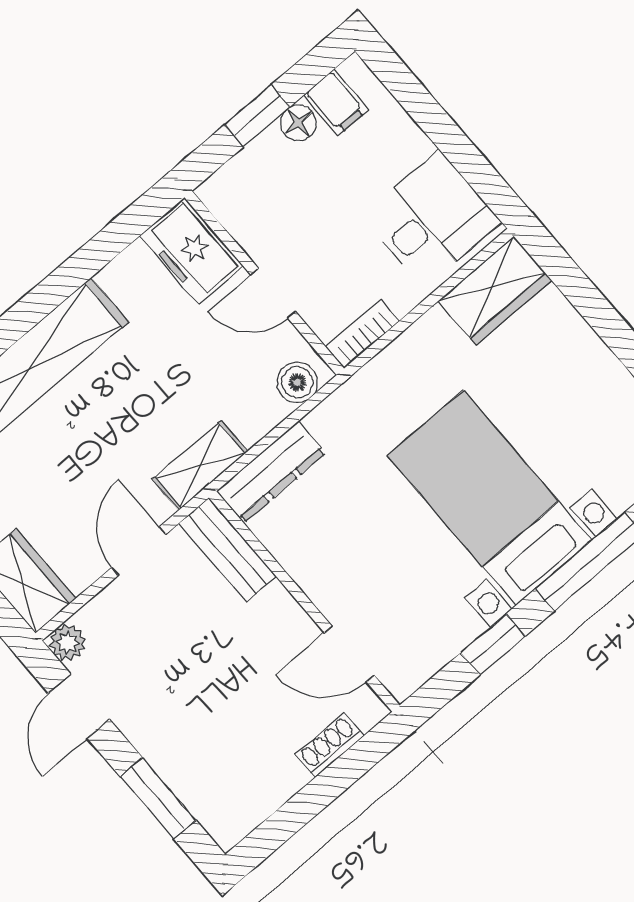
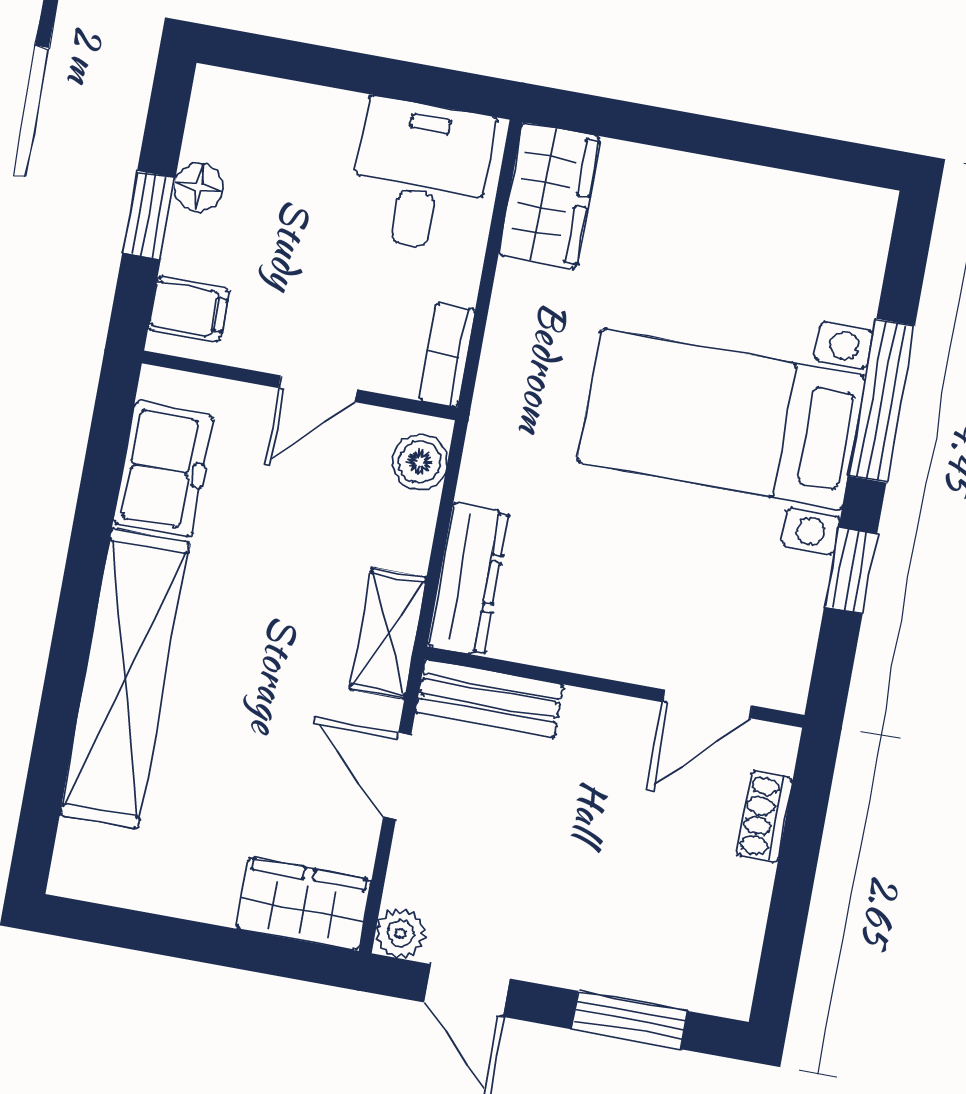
filing cabinet: (336, 102) -> (189, 309), moved
freezer: (192, 251) -> (163, 469), moved, turned -90

